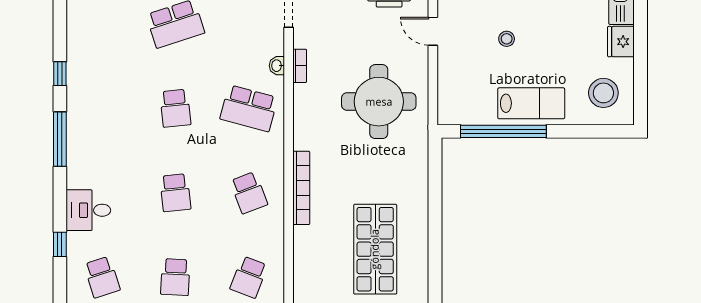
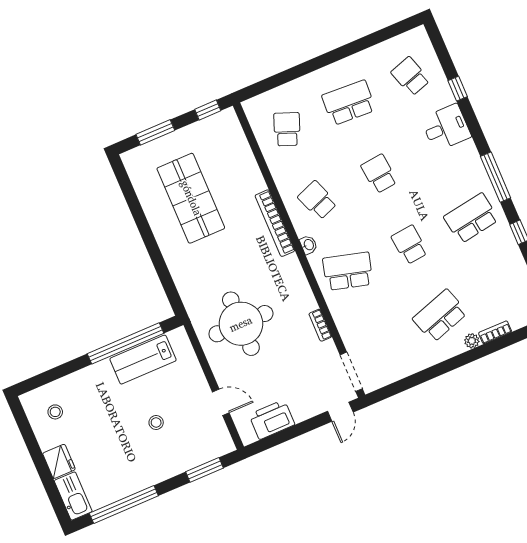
washbasin: (277, 66) -> (308, 245), moved
stool: (603, 93) -> (55, 412), width x0.53, depth x0.53
lab bench: (531, 103) -> (143, 360), moved
school desk: (102, 108) -> (471, 218), added
school desk: (175, 277) -> (349, 103), width x1.85

